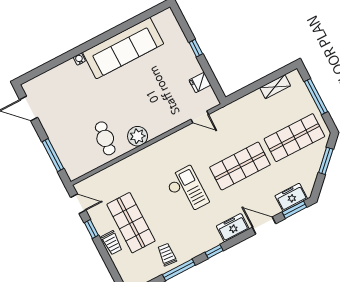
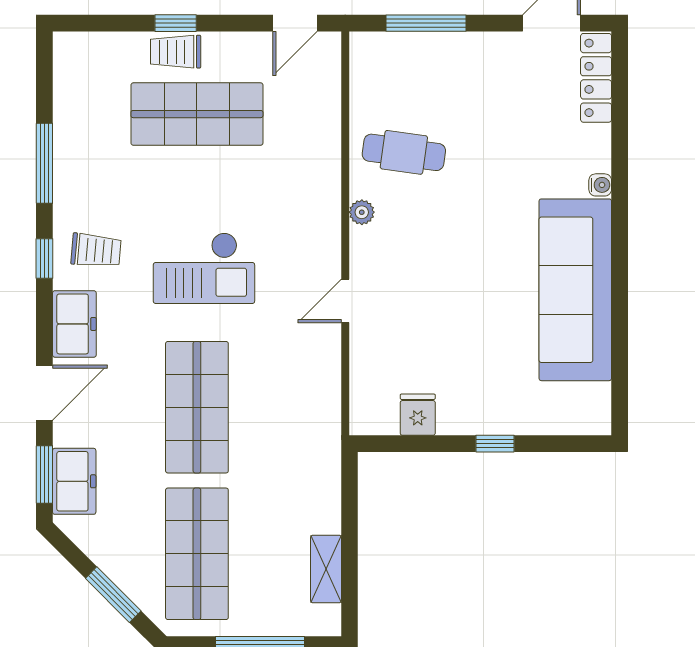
locker: (40, 81) -> (596, 78), added
door: (200, 117) -> (345, 301), moved
plant: (138, 136) -> (362, 212), width x0.53, depth x0.53
window: (91, 229) -> (176, 23), moved
trolley: (167, 255) -> (96, 250), moved

